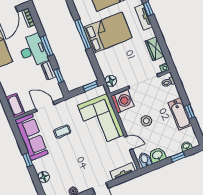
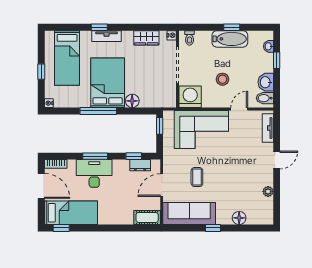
dresser: (48, 71) -> (140, 165), moved
floor lamp: (111, 81) -> (132, 101), moved

